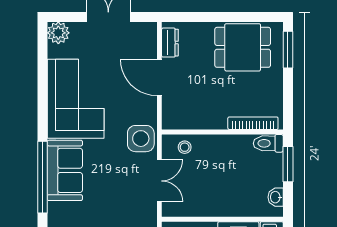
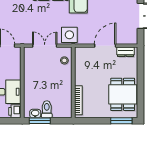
toilet: (268, 143) -> (47, 109), moved
window: (288, 164) -> (40, 121), moved
double door: (159, 181) -> (45, 46), swing flipped

